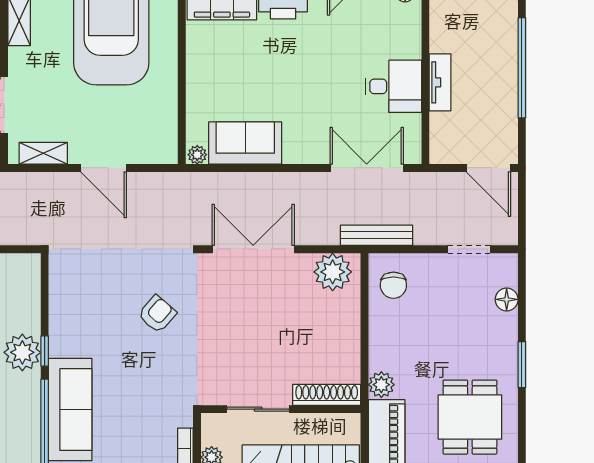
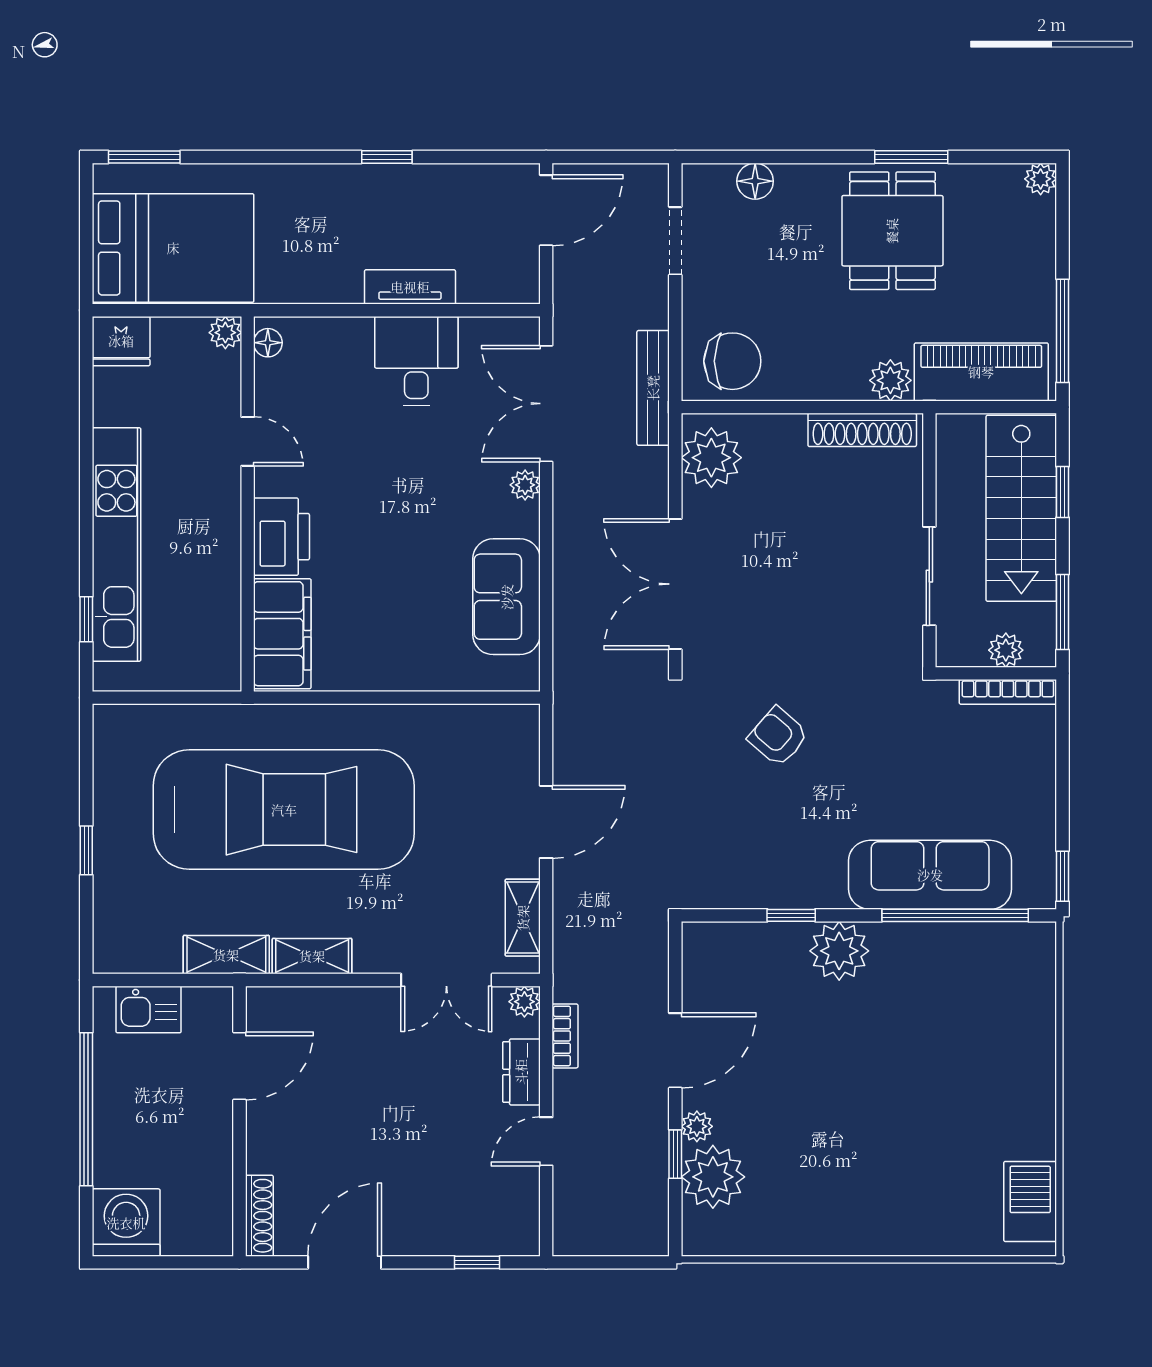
window: (522, 68) -> (387, 157), width x0.32
plant: (197, 155) -> (525, 485), moved
chair: (393, 285) -> (732, 361), width x1.37, depth x1.37
window: (45, 351) -> (791, 915), moved
window: (522, 365) -> (911, 157), moved
shoe rack: (327, 395) -> (862, 430), moved, turned -90
dining table: (470, 417) -> (892, 231), moved, turned 90

